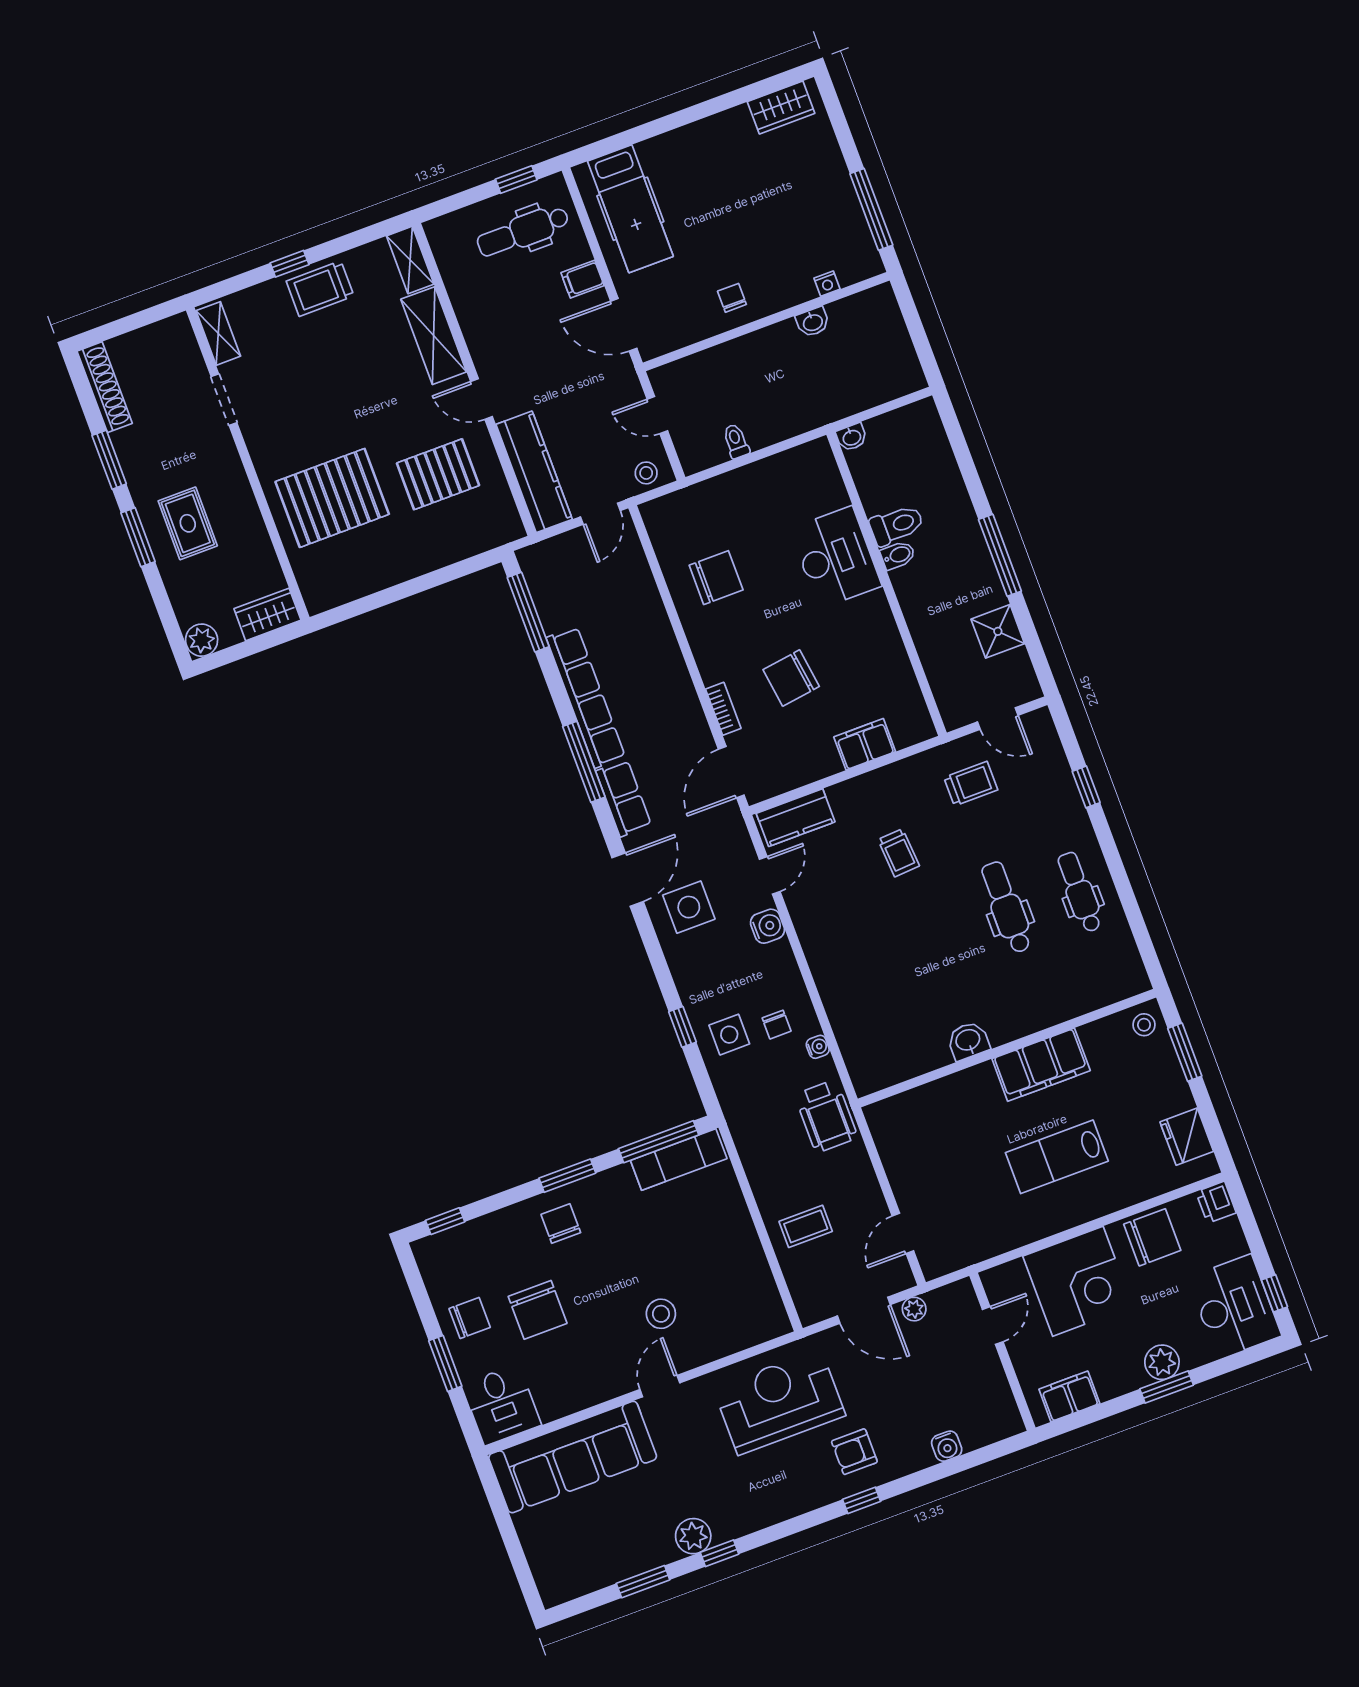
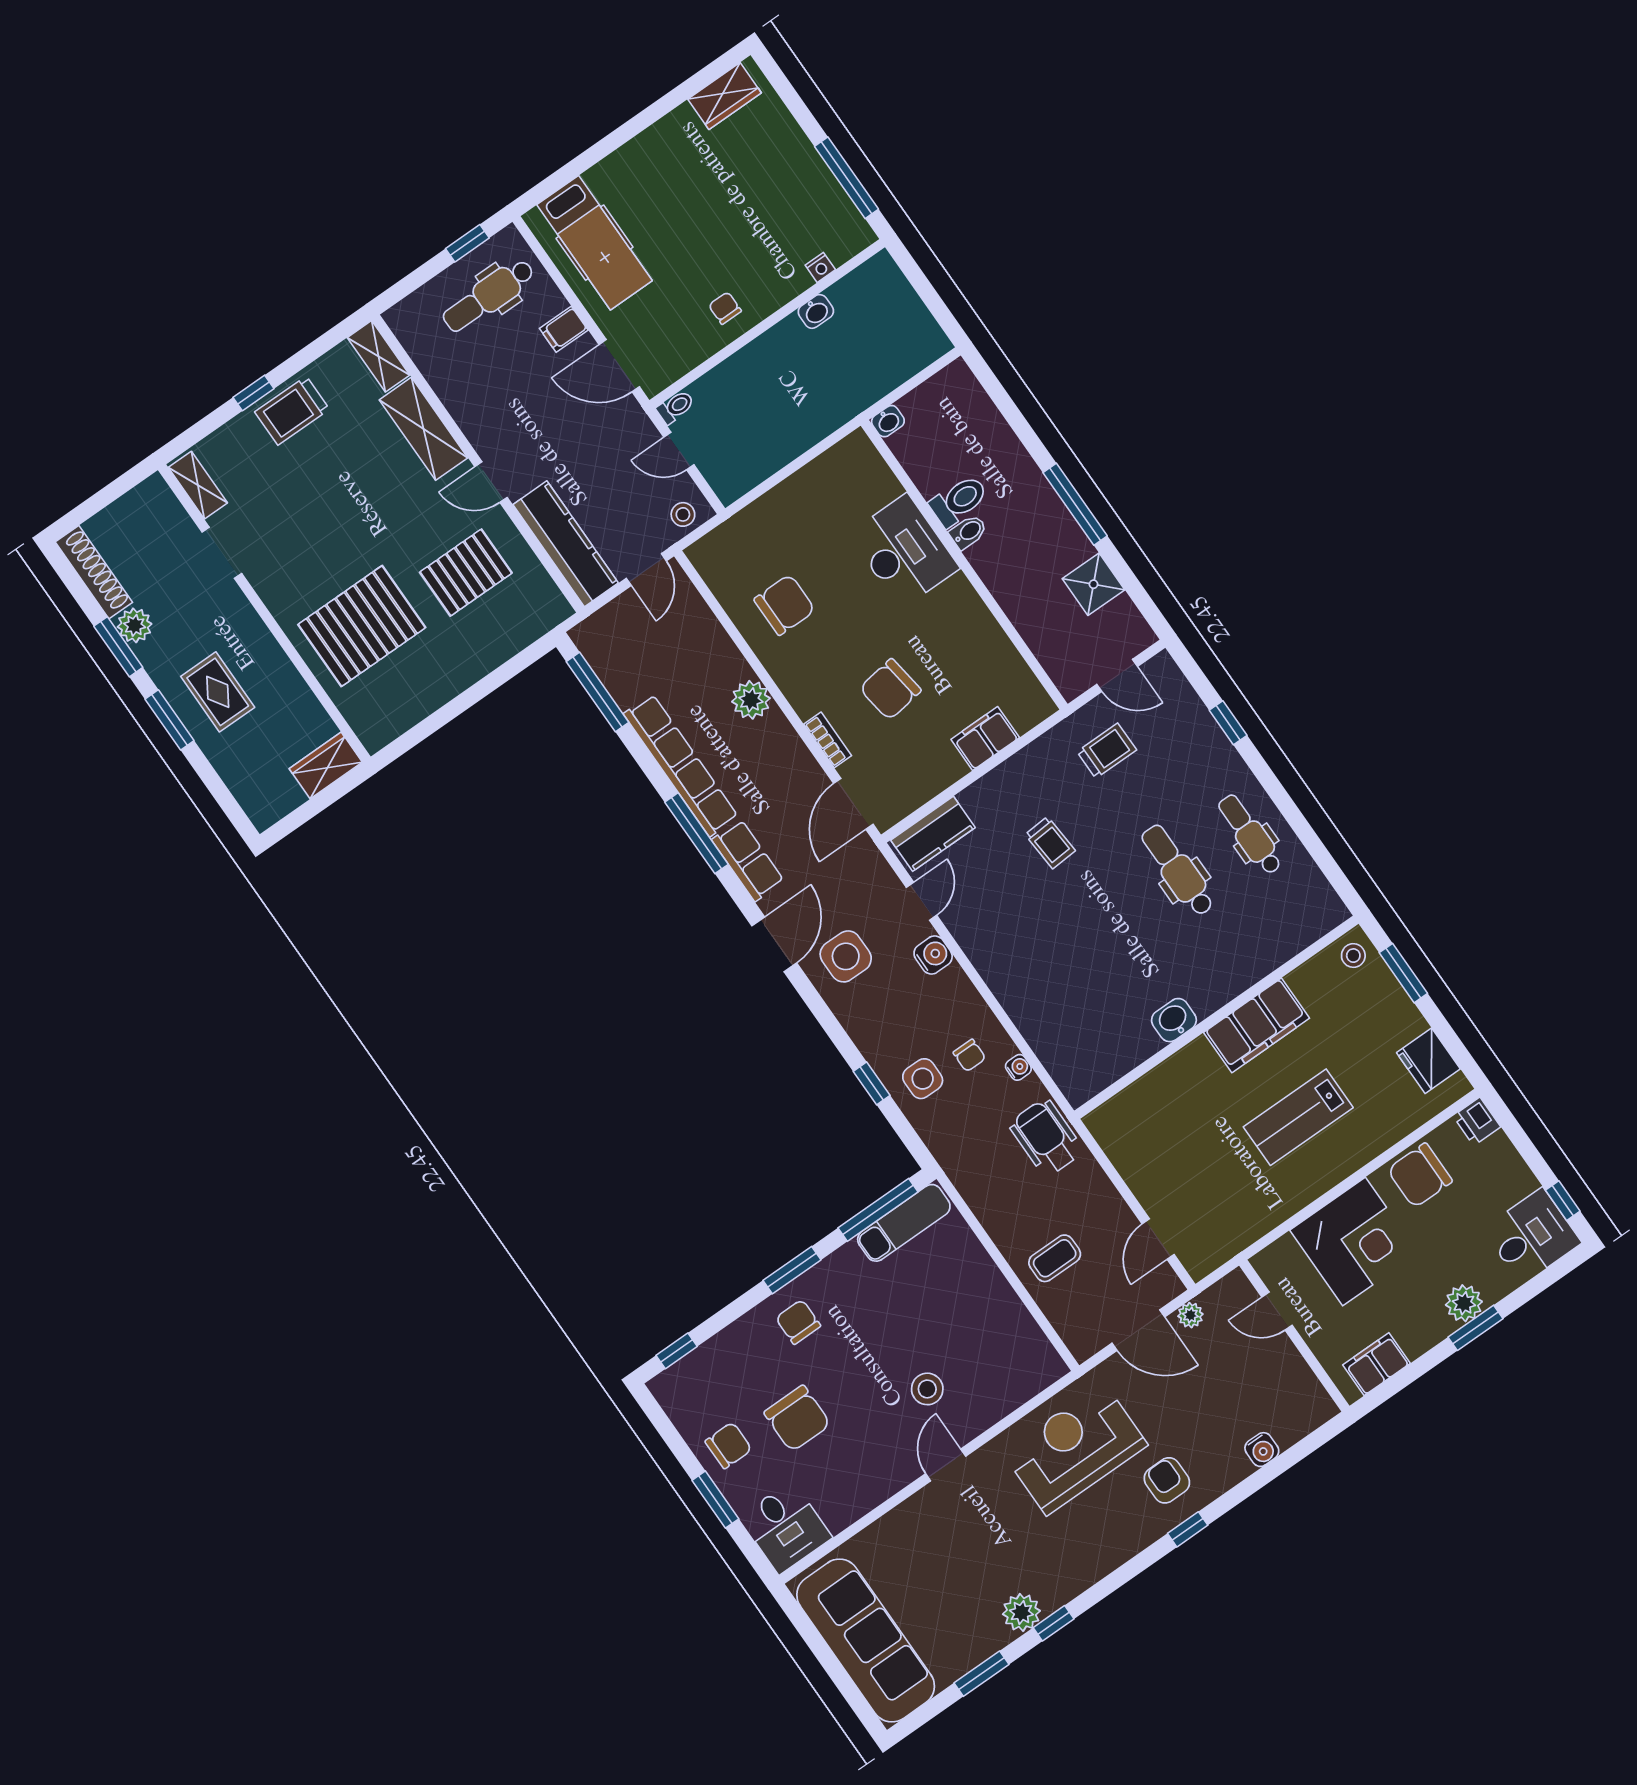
toilet: (736, 441) -> (676, 407), moved, turned 90
plant: (202, 640) -> (135, 625), moved
plant: (664, 655) -> (751, 700), added
wheelchair: (826, 1116) -> (1046, 1138), turned 180
chair: (1152, 1237) -> (1420, 1175), turned 180
desk: (1234, 1307) -> (1532, 1236), width x0.73
door: (993, 1326) -> (1277, 1311), swing flipped
armchair: (854, 1452) -> (1167, 1480), turned 90
sofa: (573, 1457) -> (866, 1641), moved, turned -90

